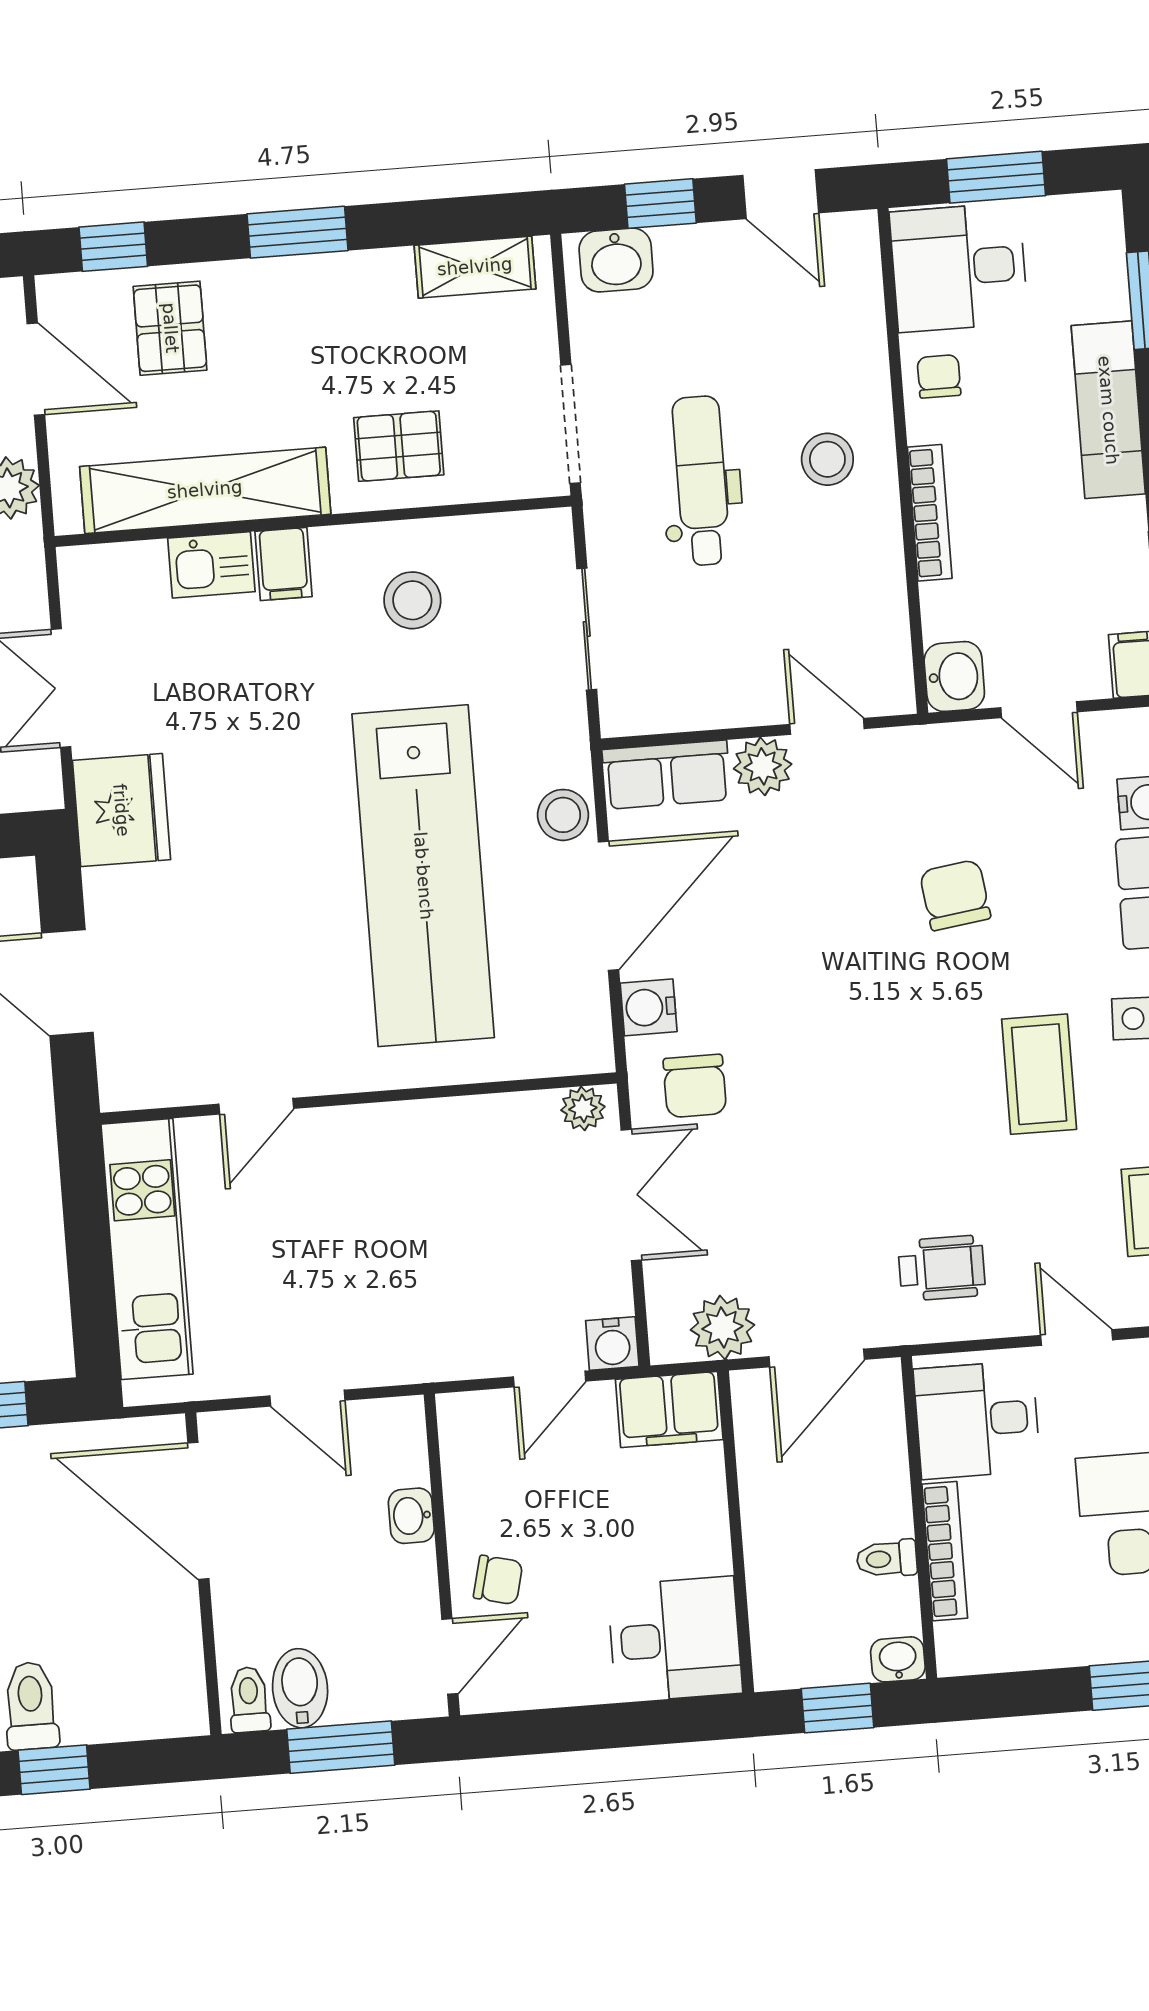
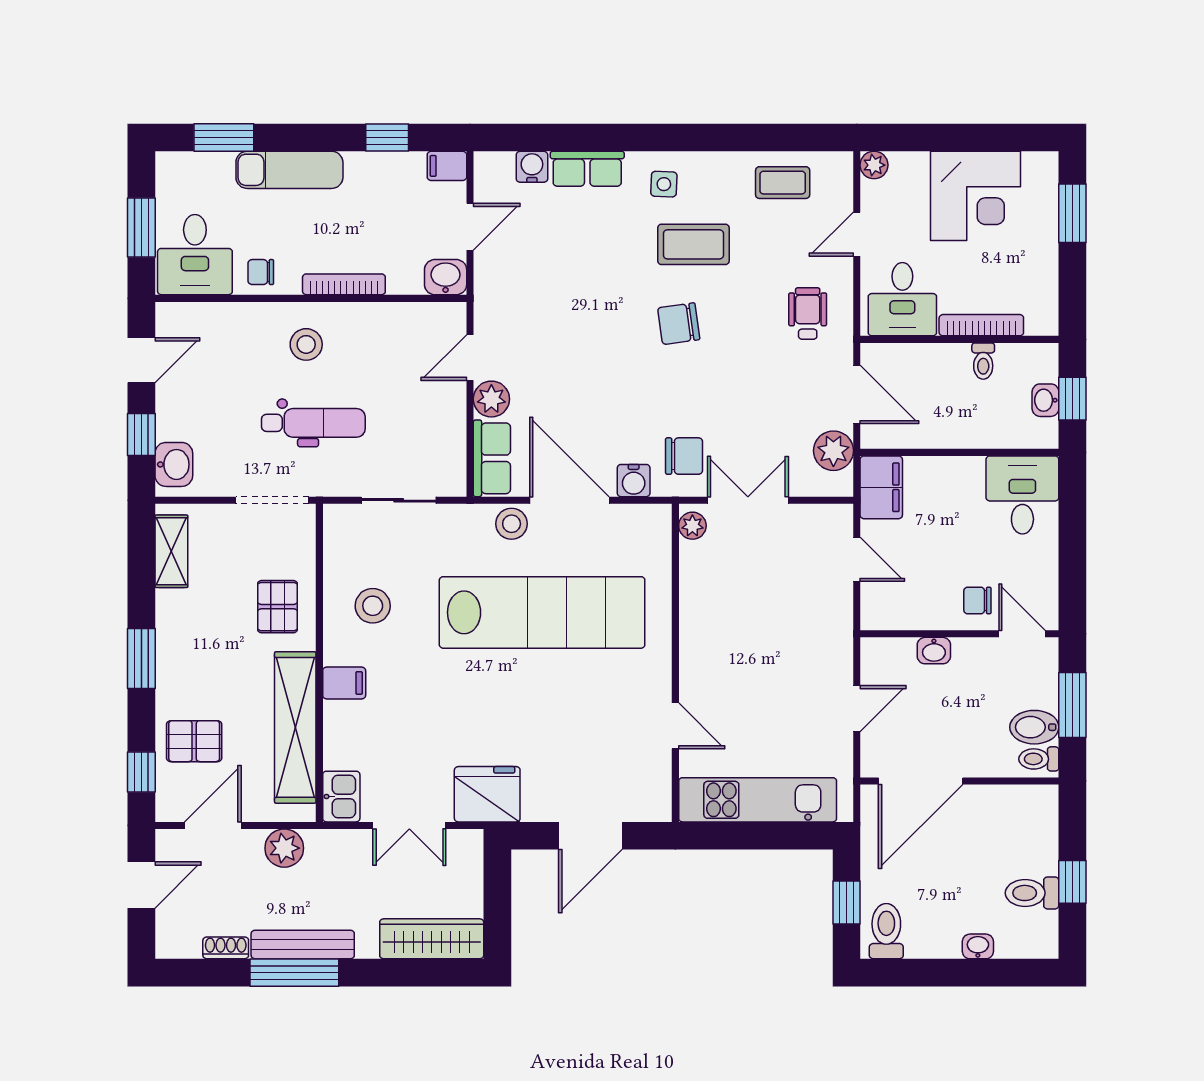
dental chair: (701, 481) -> (313, 423), turned 180
kitchen sink: (211, 565) -> (341, 797), moved
chair: (955, 895) -> (679, 324), moved
water cooler: (612, 1344) -> (838, 519), removed
chair: (498, 1580) -> (977, 601), turned -104
washbasin: (898, 1659) -> (1045, 400), moved

